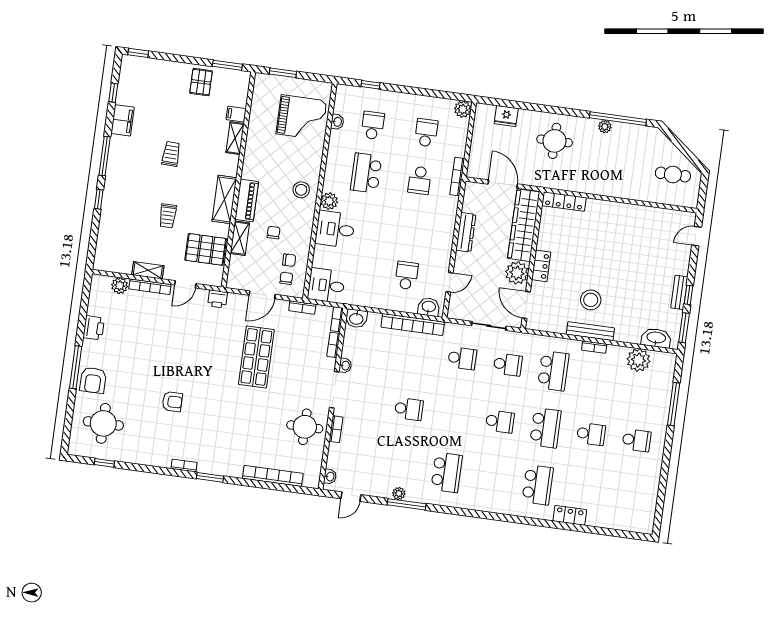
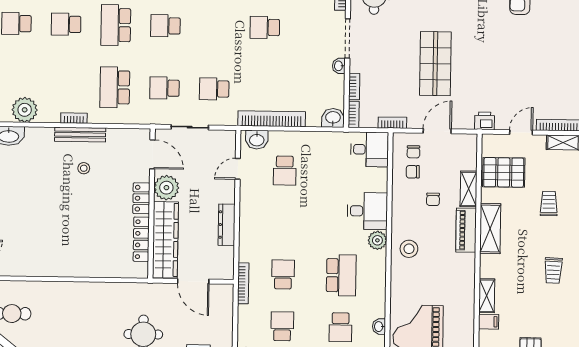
school desk: (426, 133) -> (282, 326), turned 180
locker: (564, 201) -> (141, 239), moved, turned -90
stool: (591, 300) -> (84, 168), width x0.53, depth x0.53

